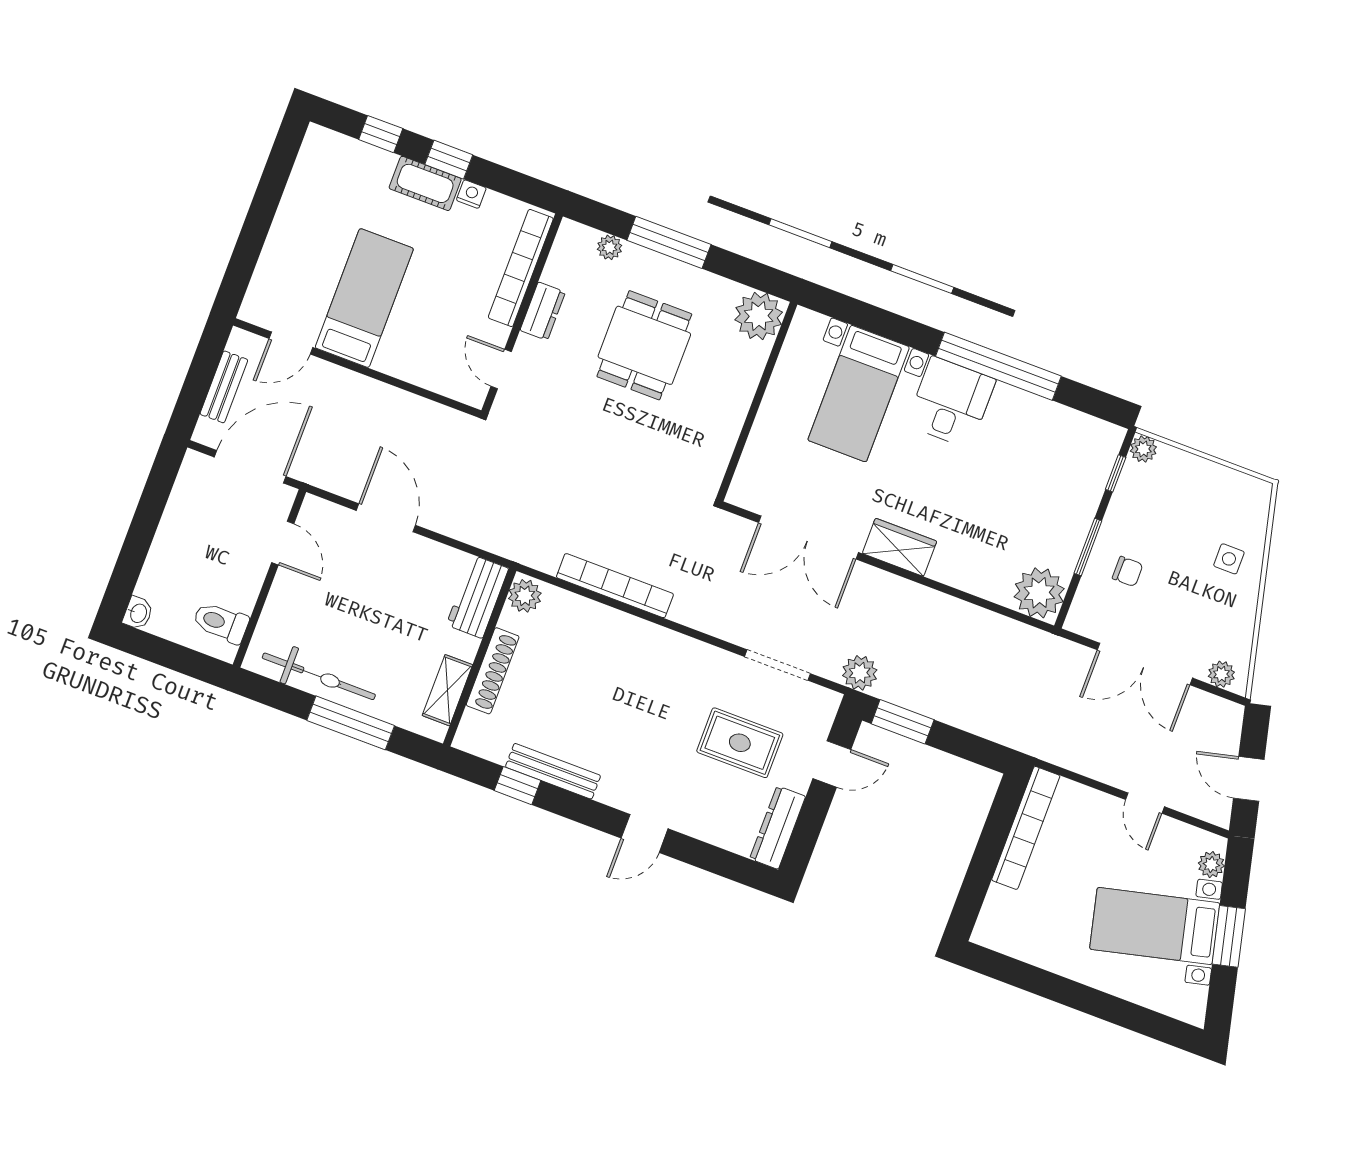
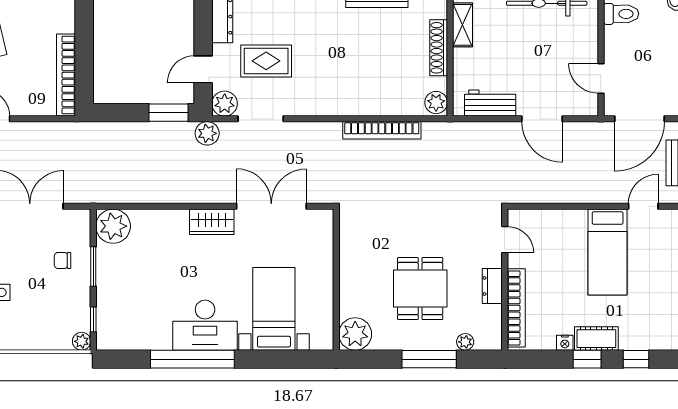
desk: (951, 402) -> (205, 325), width x1.37
workbench: (477, 597) -> (490, 103), moved, turned -90
plant: (820, 705) -> (225, 104), added

